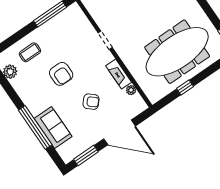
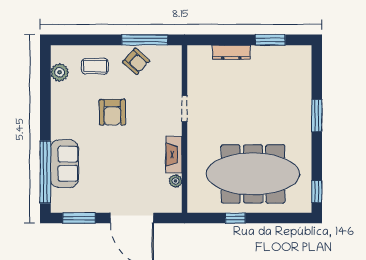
armchair: (91, 102) -> (136, 61), moved
window: (35, 127) -> (45, 172), moved

